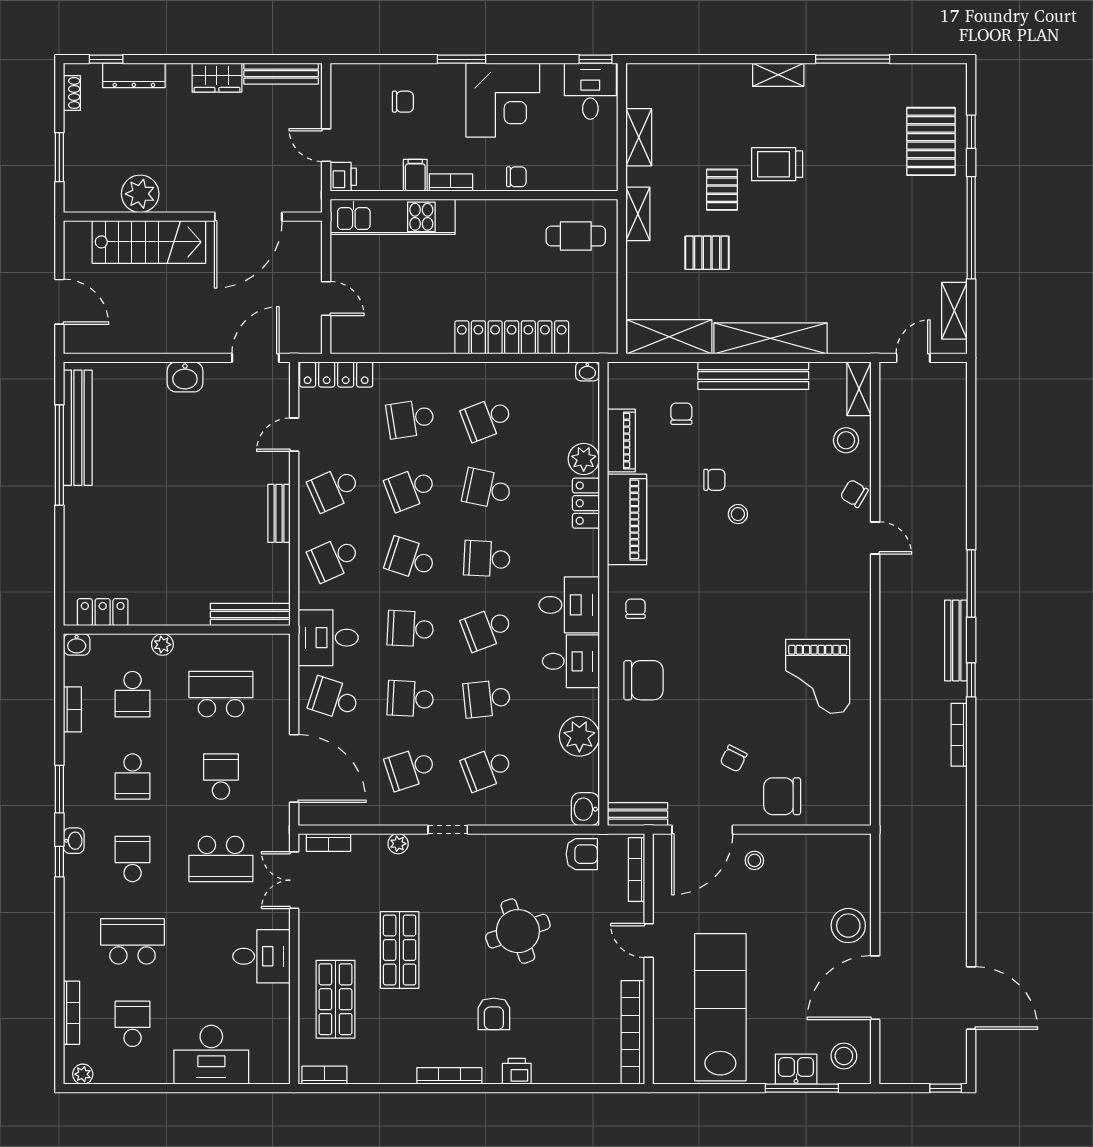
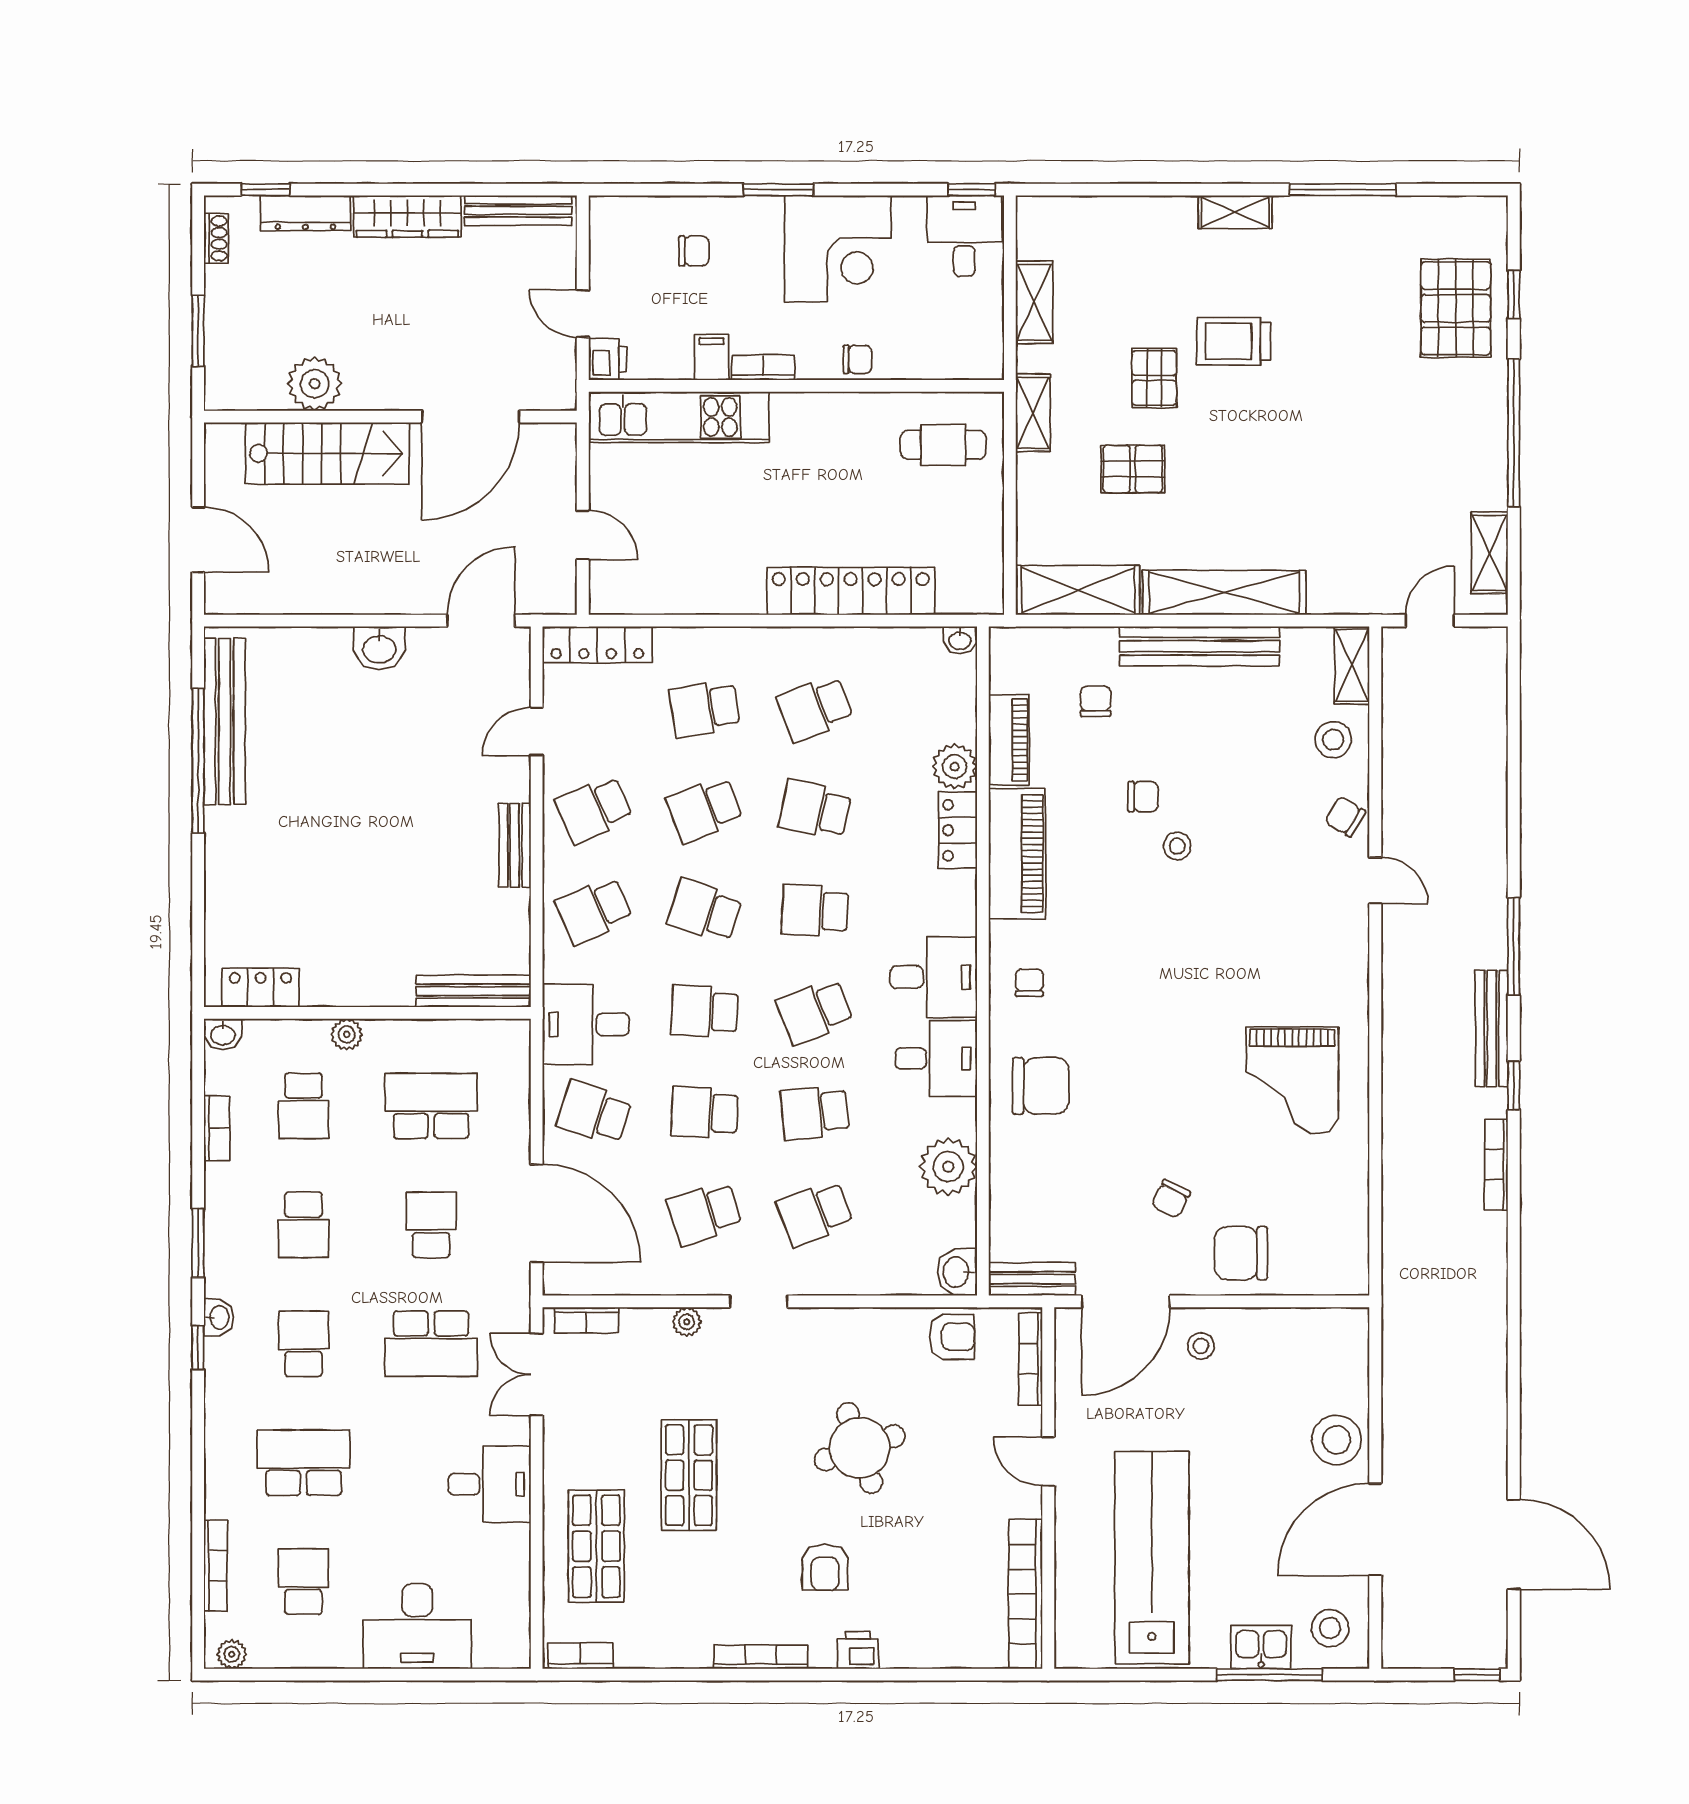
wardrobe: (217, 78) -> (407, 216), width x1.50

